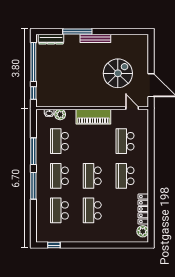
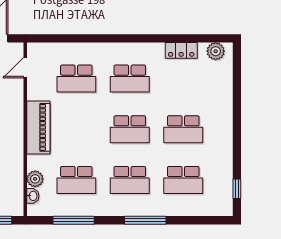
window: (33, 151) -> (74, 220), moved
locker: (143, 209) -> (181, 50), width x0.66

